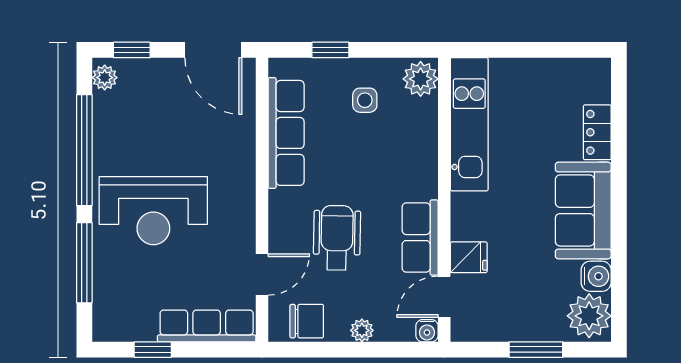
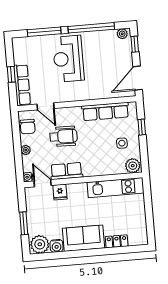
window: (153, 350) -> (11, 74), moved

